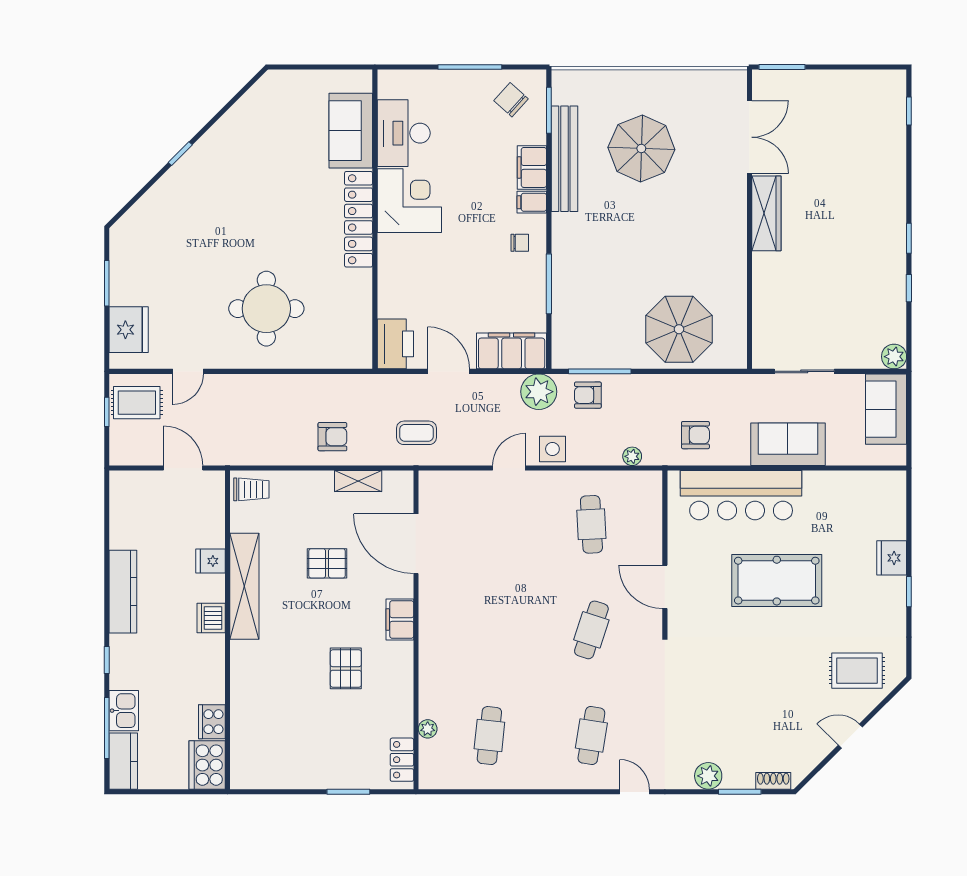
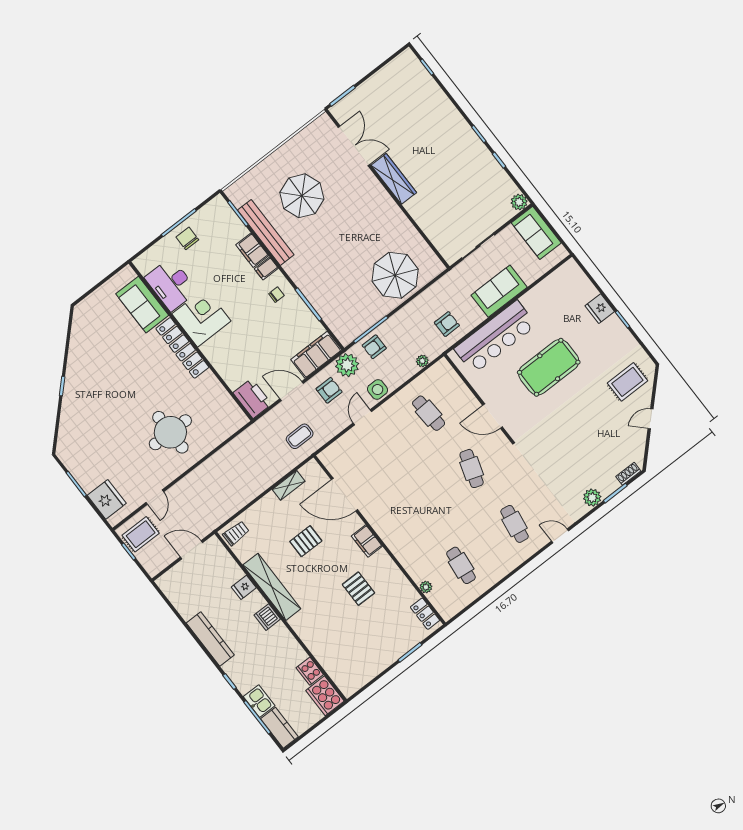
chair: (511, 100) -> (187, 238), moved, turned 48
armchair: (332, 437) -> (329, 390), moved

